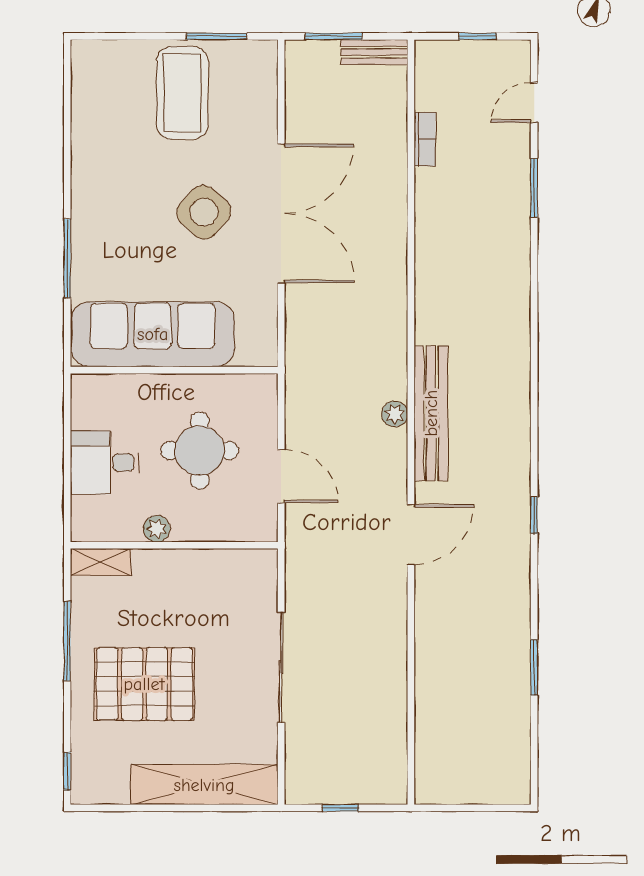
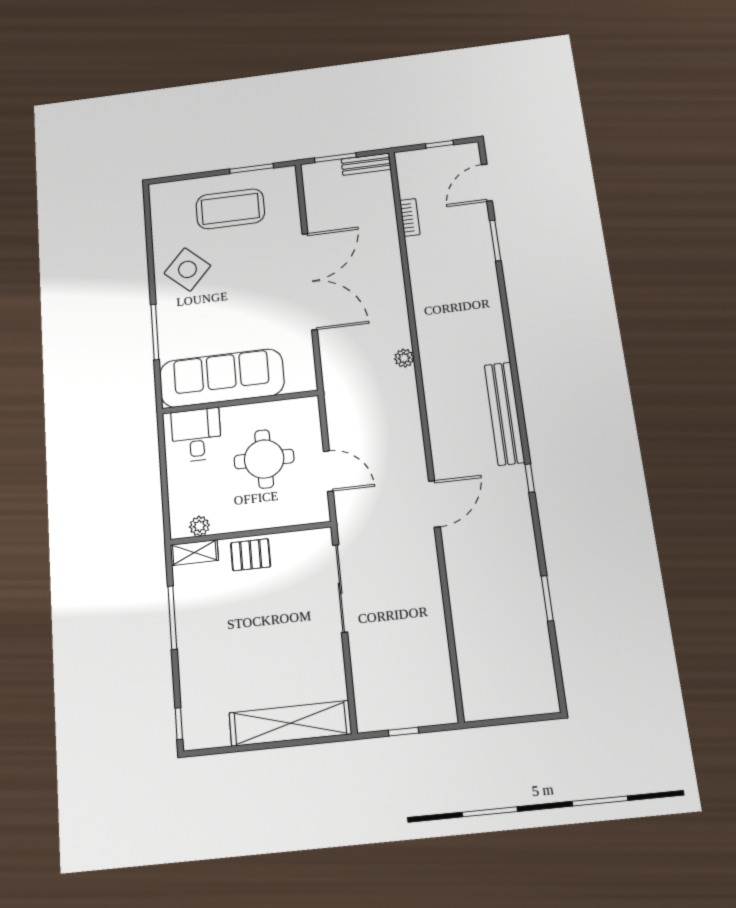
coffee table: (182, 93) -> (230, 209), turned 90
door: (534, 103) -> (487, 183), width x1.37
side table: (204, 212) -> (187, 269), moved
bench: (431, 413) -> (504, 413), moved
plant: (395, 414) -> (404, 358), moved
desk: (105, 463) -> (196, 435), moved, turned 90
plant: (157, 529) -> (199, 526), moved
sliding door: (281, 667) -> (340, 588), moved
pallet: (144, 684) -> (251, 555), moved, width x0.49, depth x0.50

